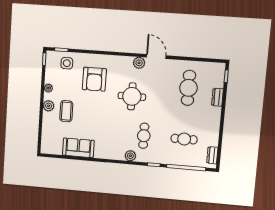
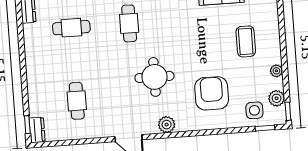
plant: (139, 63) -> (167, 125), moved
cafe table: (188, 88) -> (77, 101), width x0.73, depth x0.74
dresser: (217, 97) -> (37, 130), moved
plant: (49, 106) -> (277, 98), moved

